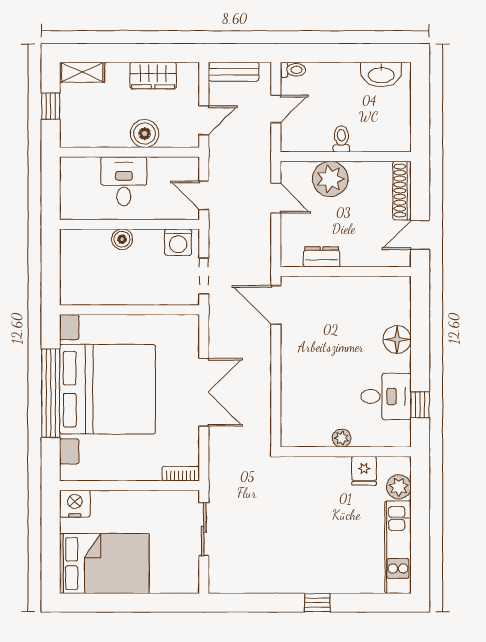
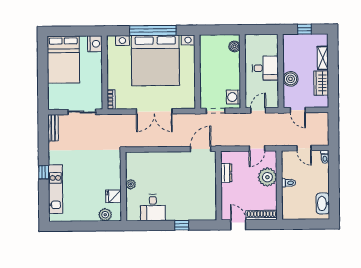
shelving: (82, 72) -> (323, 58), moved
bench: (234, 72) -> (53, 128), moved
boiler: (122, 239) -> (234, 46), moved
floor lamp: (397, 339) -> (183, 213), removed
window: (420, 405) -> (182, 225), moved
kitchen unit: (398, 547) -> (55, 189), moved, turned 90

